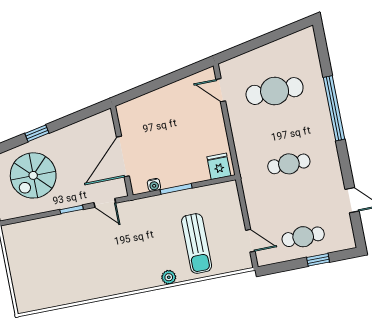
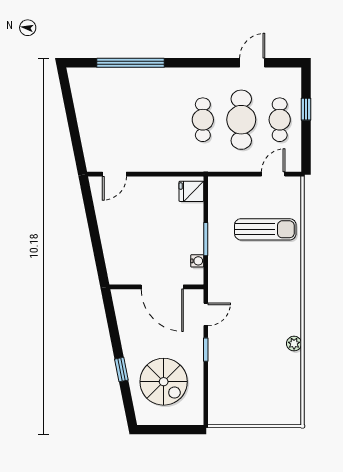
cafe table: (275, 91) -> (241, 120), moved
window: (334, 108) -> (130, 63), moved
plant: (169, 277) -> (294, 344), moved

